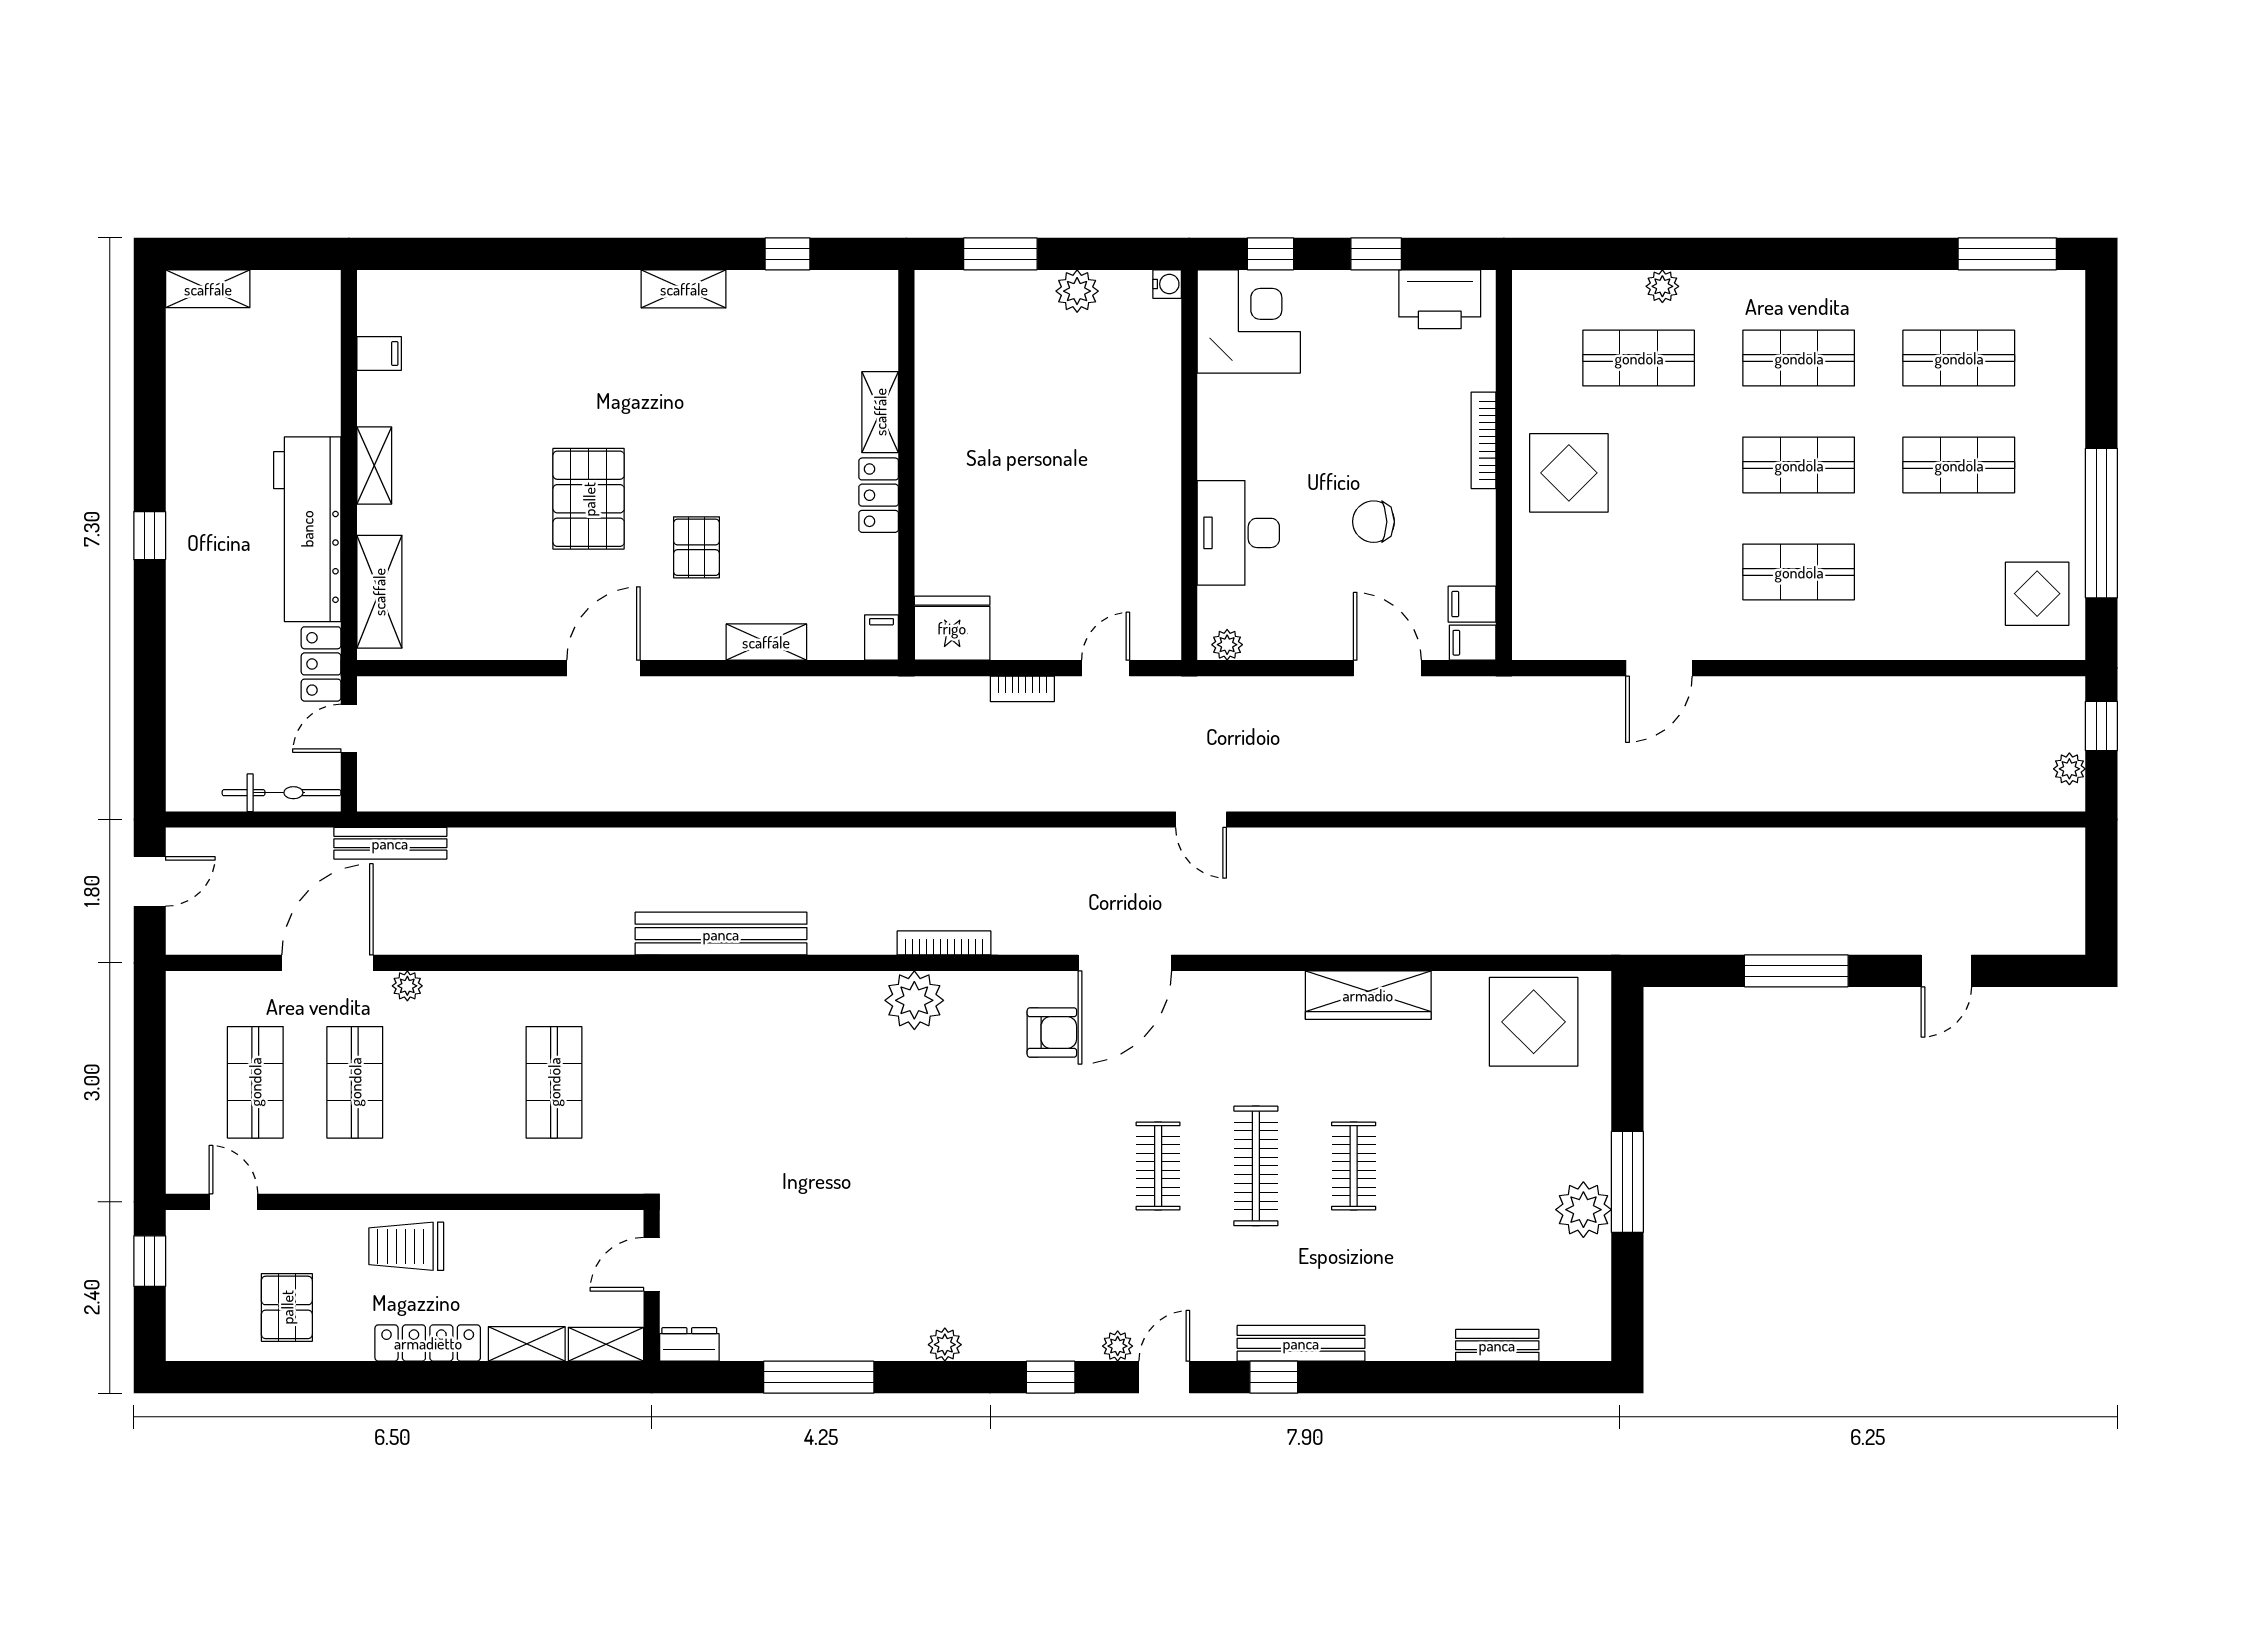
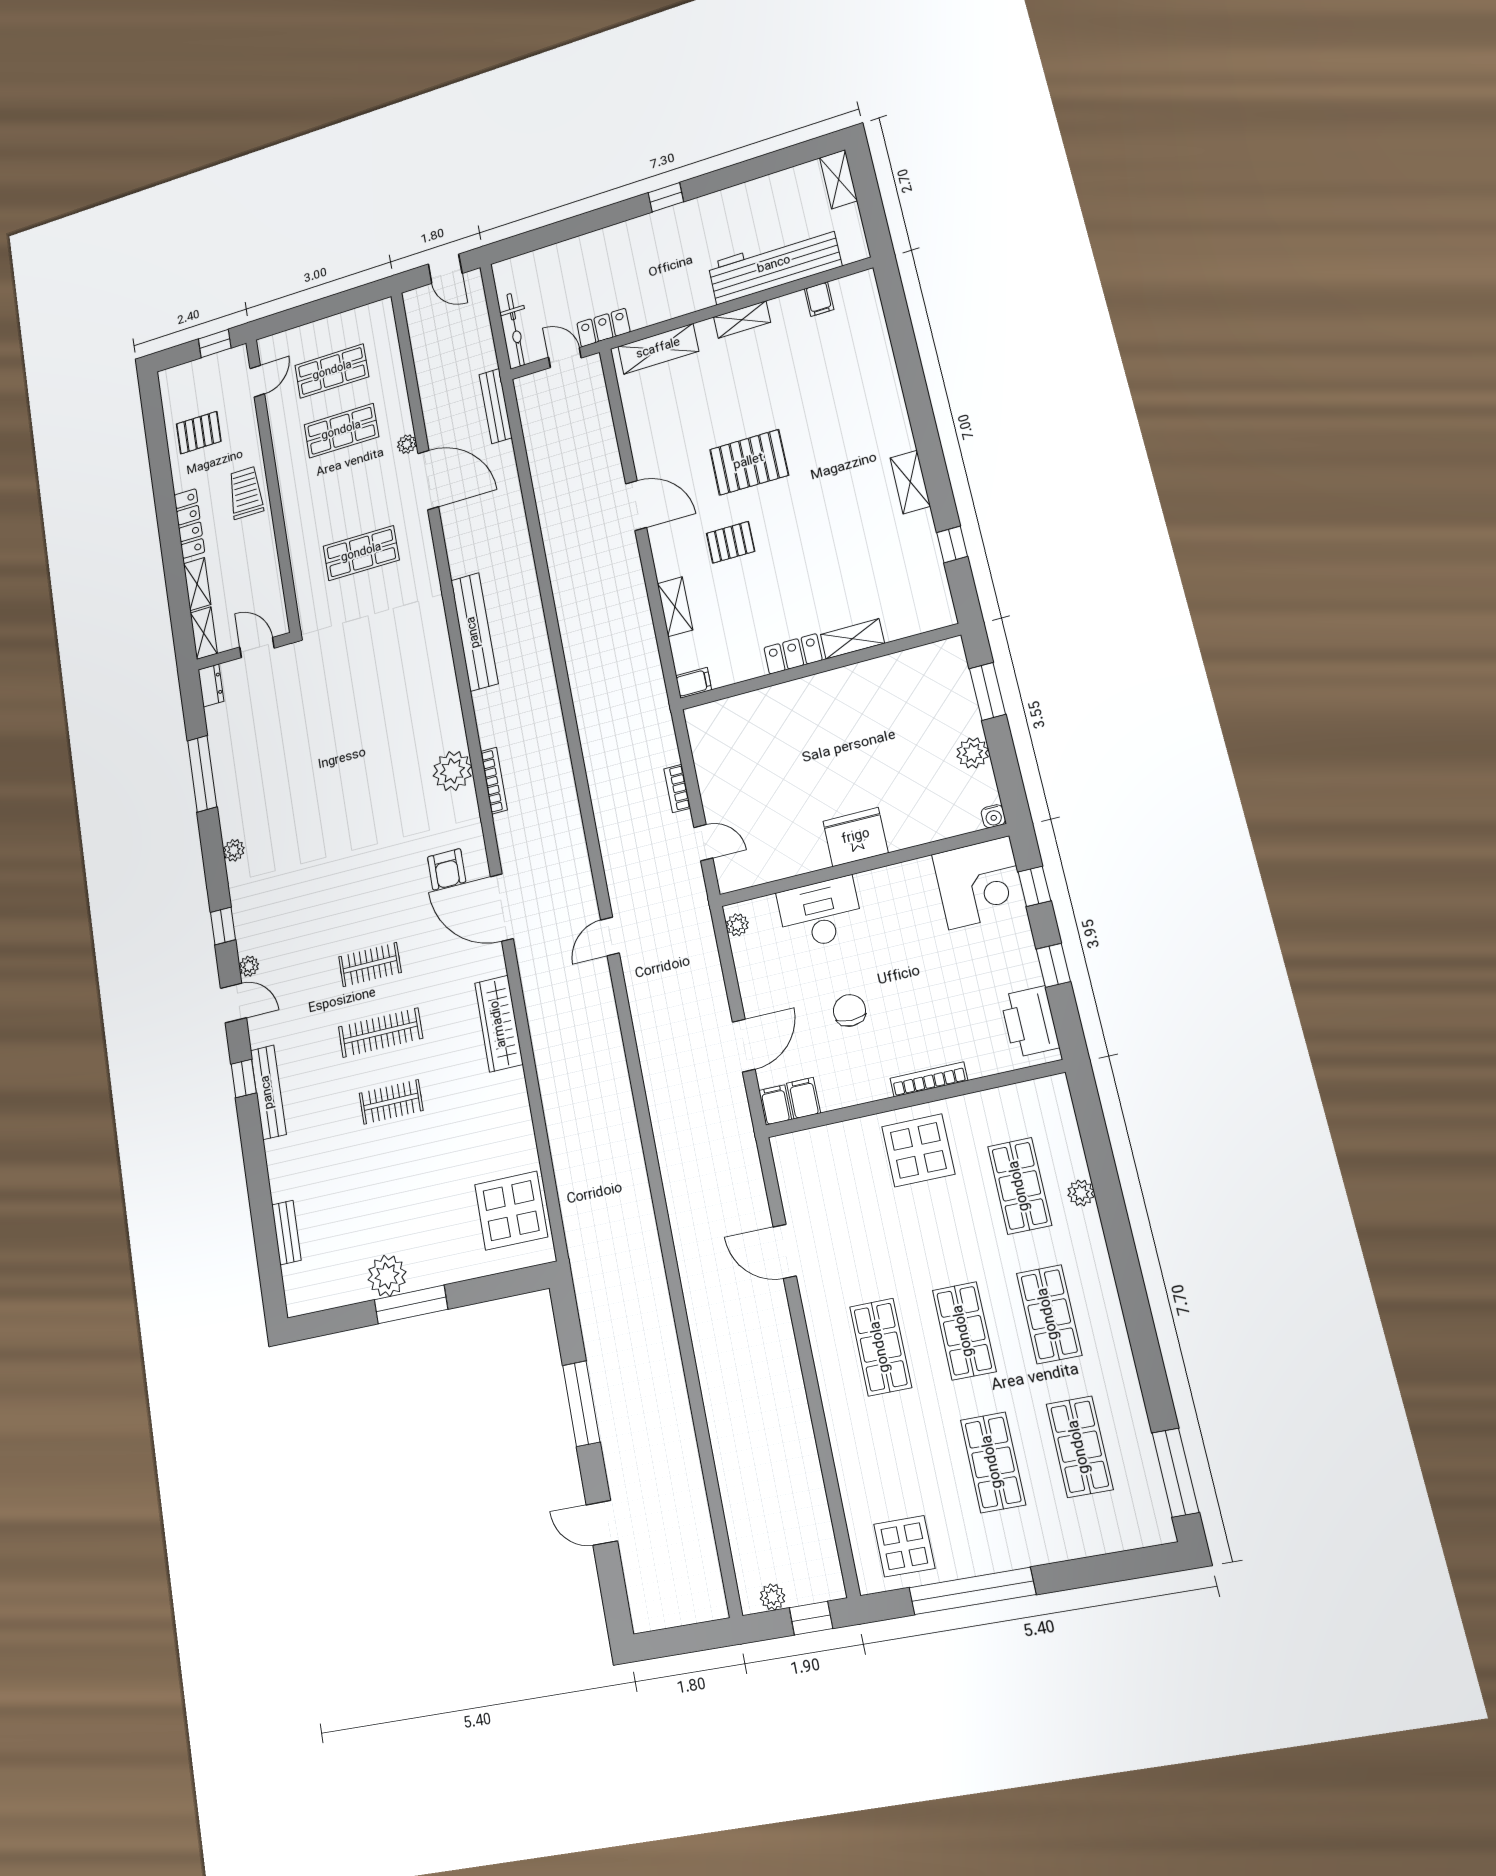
workbench: (307, 529) -> (774, 265), moved
fridge: (952, 628) -> (856, 837), moved, turned -90
door: (327, 963) -> (428, 480), moved
wardrobe: (1368, 995) -> (499, 1024), moved

